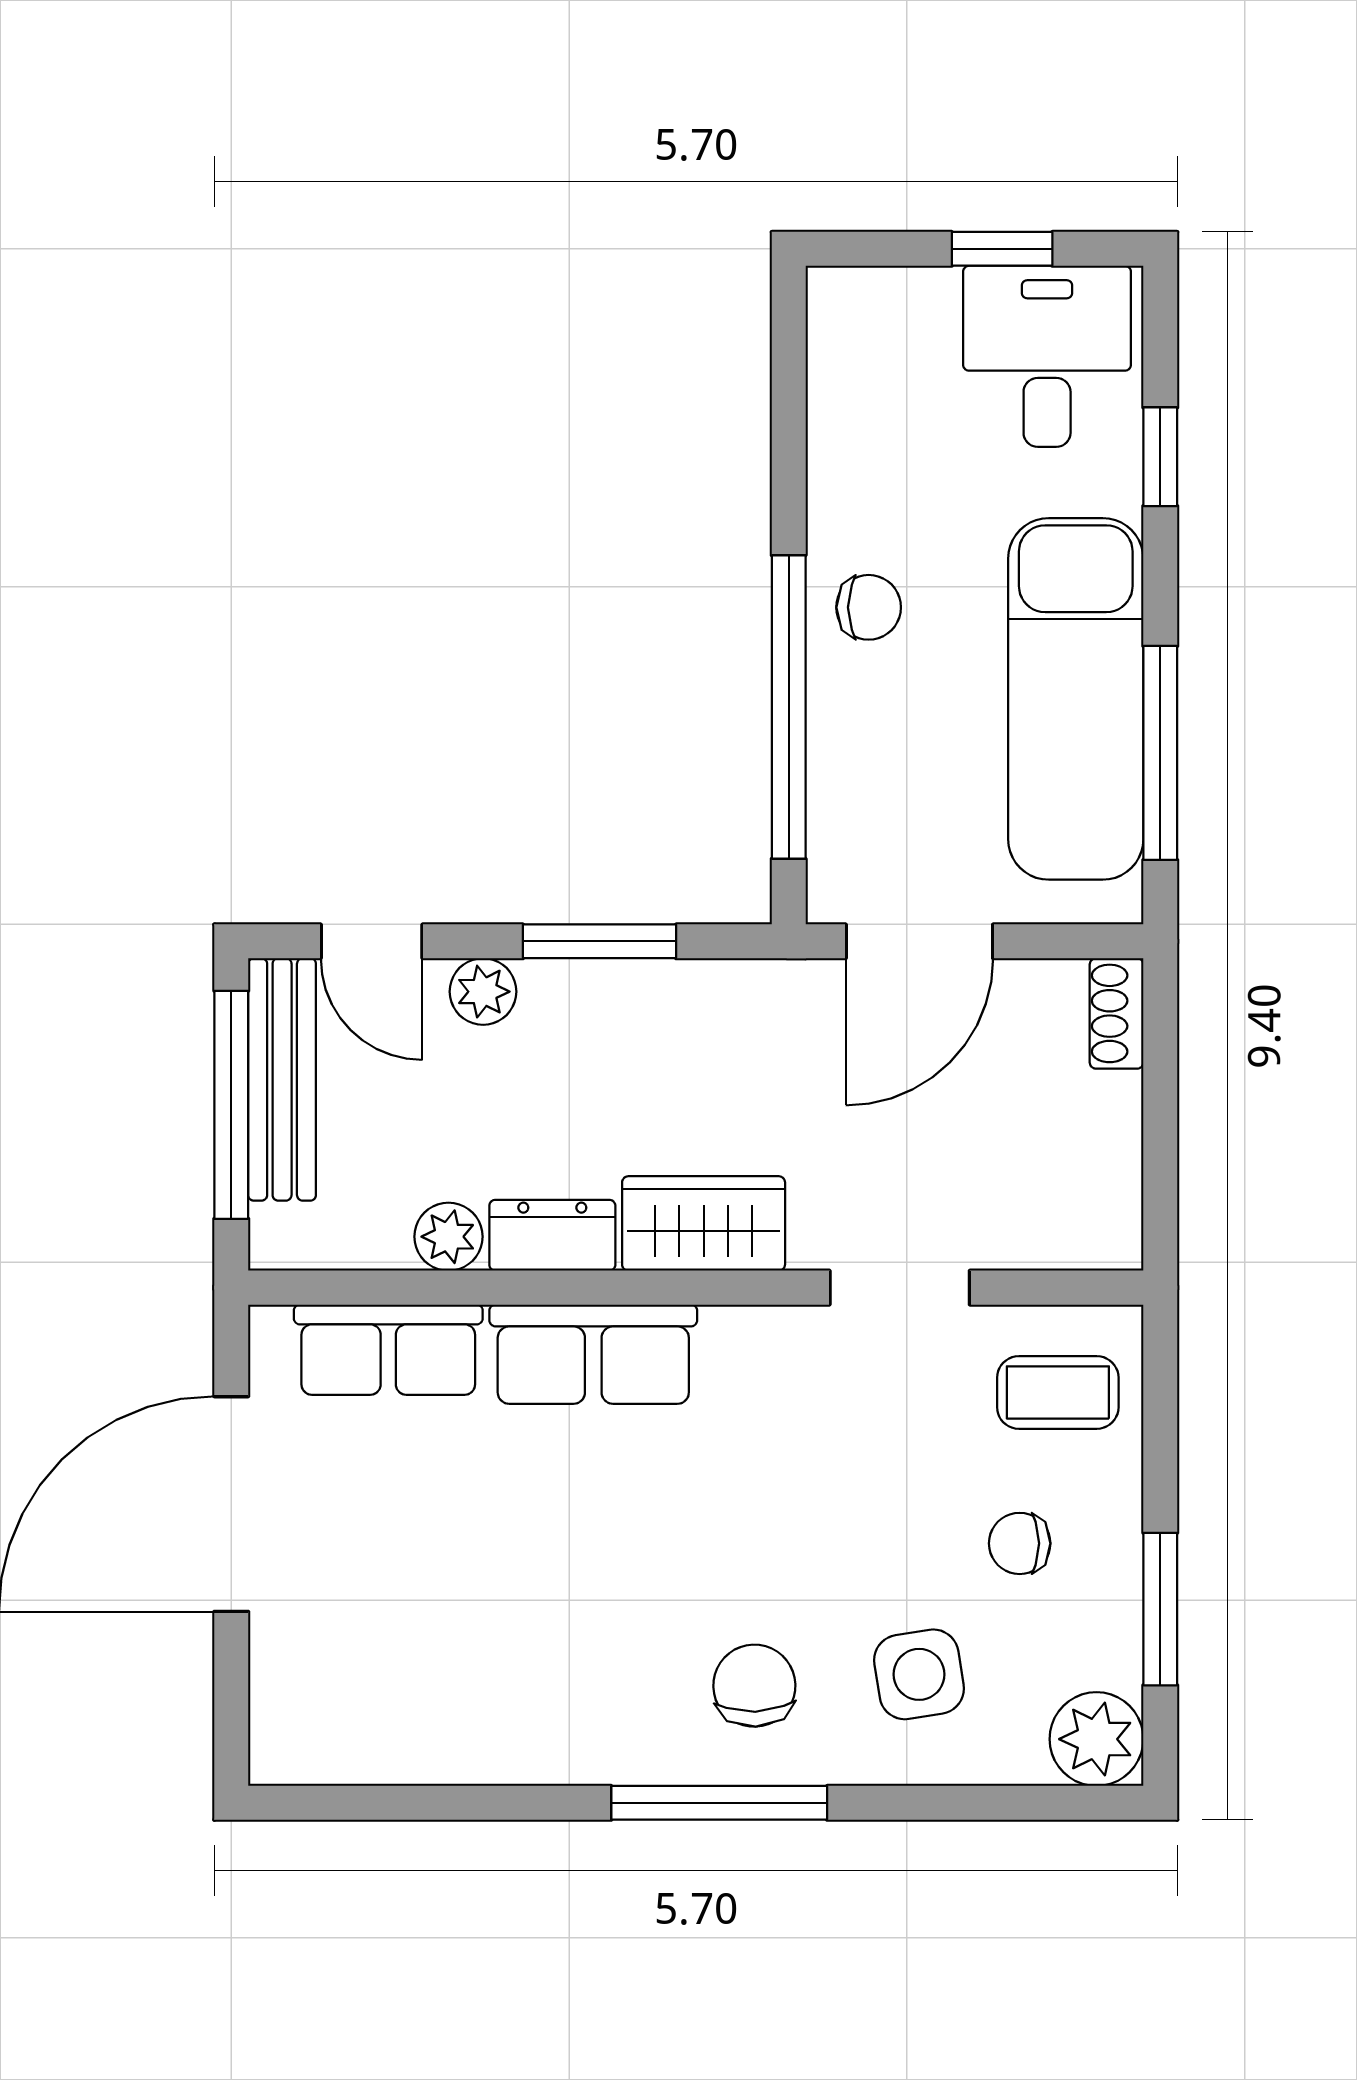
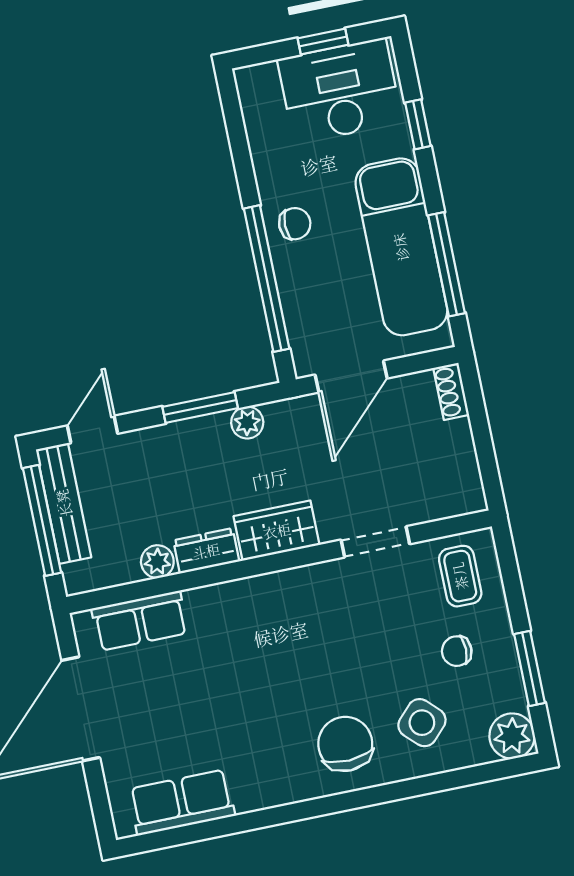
desk: (1047, 356) -> (340, 91), width x1.37
door: (372, 941) -> (92, 430), swing flipped
plant: (483, 992) -> (247, 423), moved
row of seats: (593, 1354) -> (182, 802), moved, turned 180
coffee table: (1058, 1392) -> (460, 576), turned 90
side table: (919, 1674) -> (422, 723), turned -37
chair: (754, 1686) -> (345, 744), width x1.37, depth x1.37
window: (719, 1803) -> (340, 803), removed

